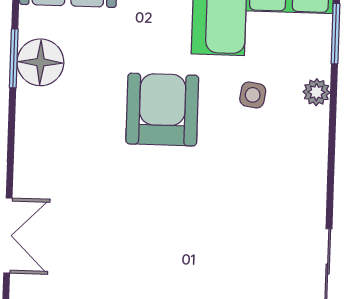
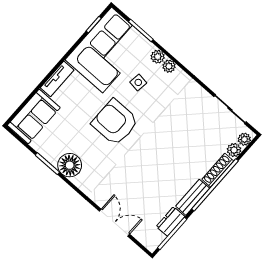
floor lamp: (40, 62) -> (70, 165), moved
plant: (316, 121) -> (169, 66), added

